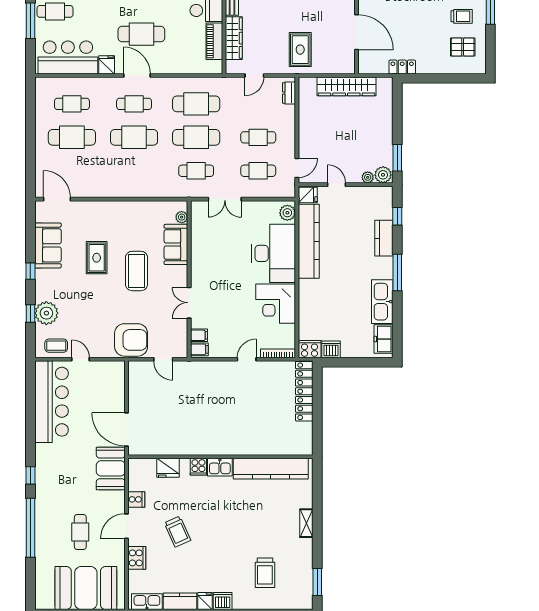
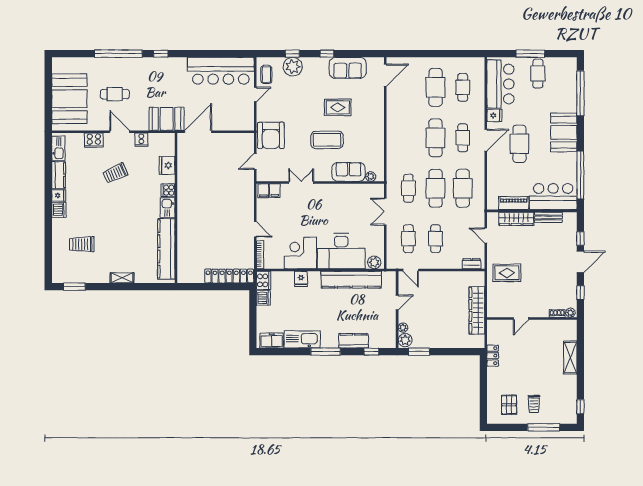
door: (356, 32) -> (521, 319), width x0.53
fridge: (308, 195) -> (301, 279), moved

